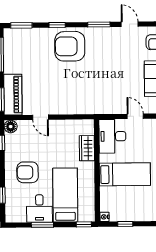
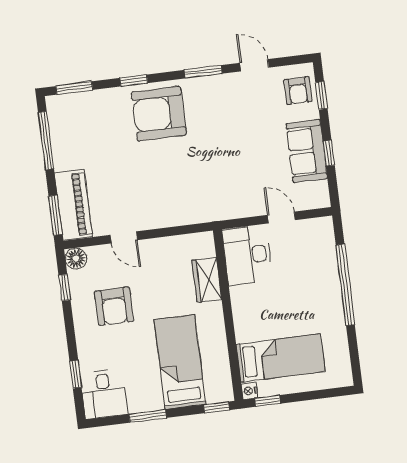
armchair: (28, 172) -> (114, 306), moved, turned -90
bed: (125, 174) -> (281, 358), moved
desk: (39, 209) -> (104, 394), moved
window: (125, 224) -> (268, 401), moved

